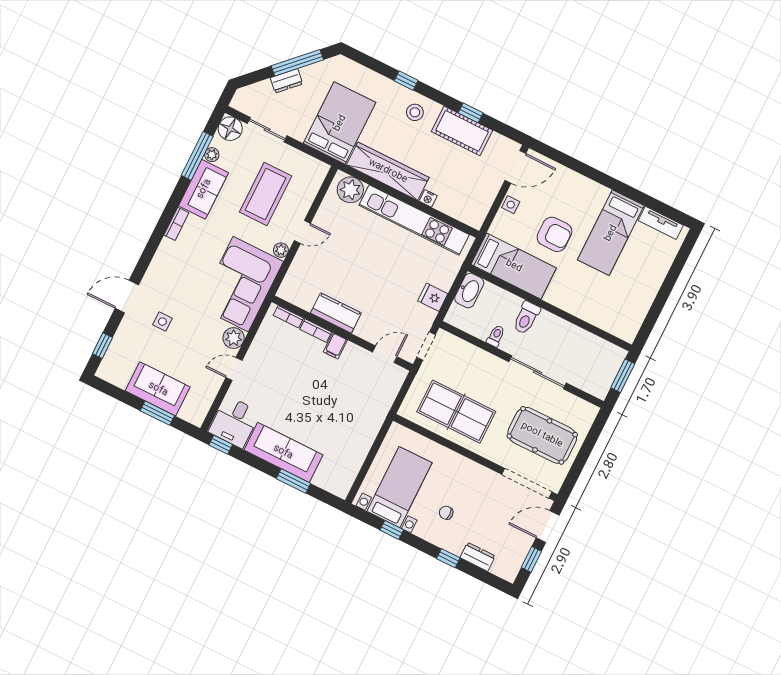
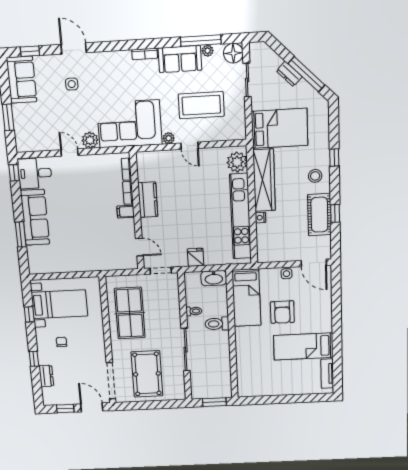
sofa: (158, 389) -> (22, 80), moved

